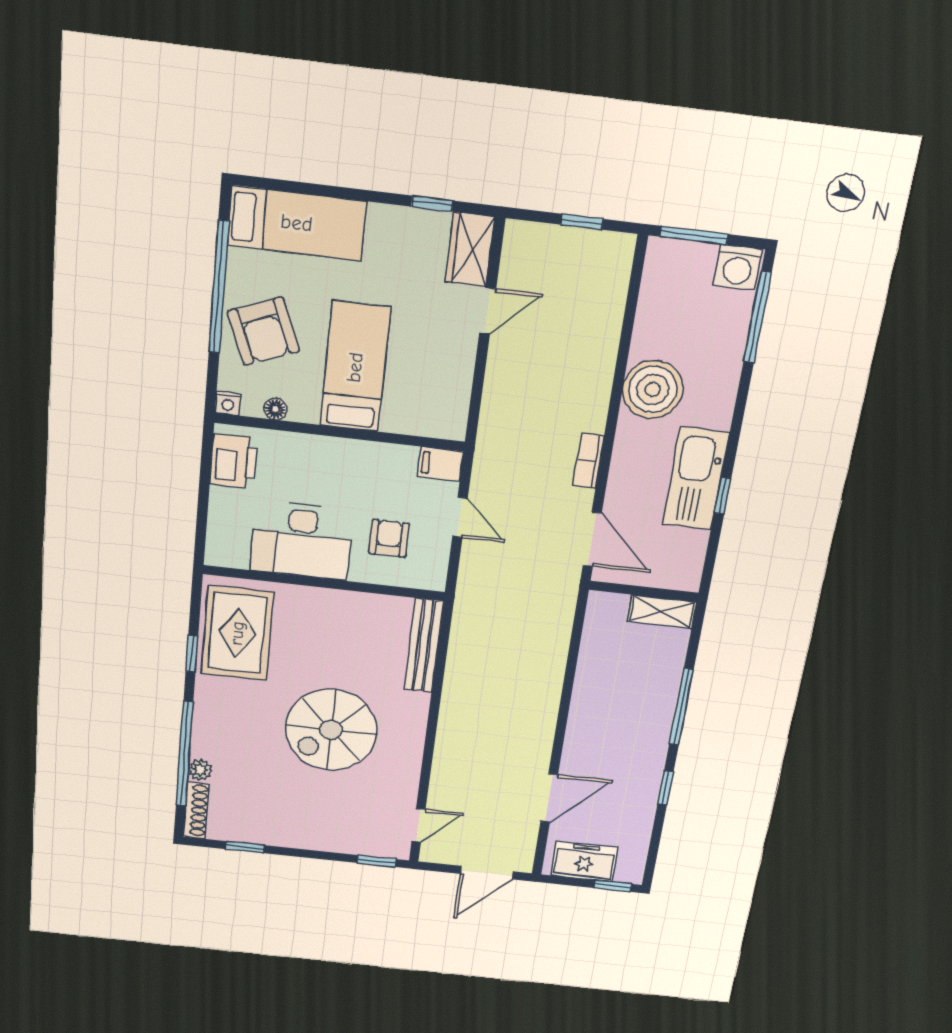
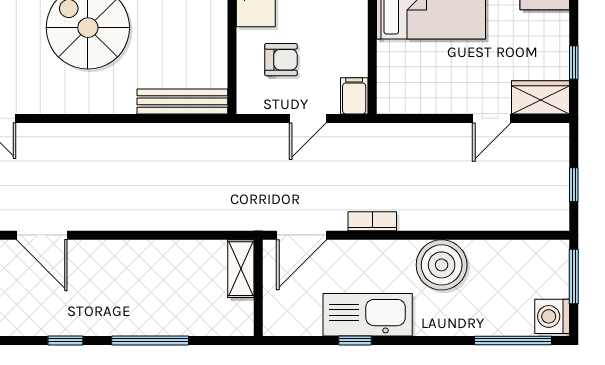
door: (488, 311) -> (492, 118), hinge flipped
shelving: (662, 612) -> (241, 269), moved

